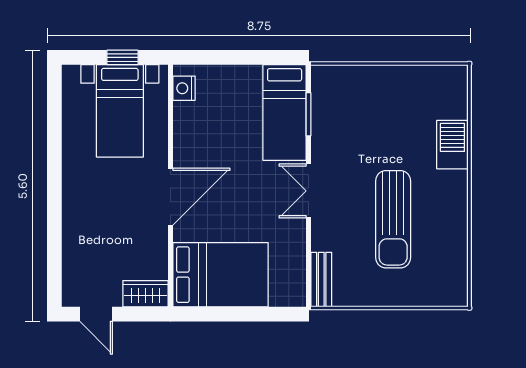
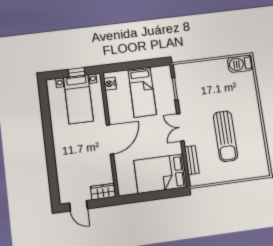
bed: (285, 113) -> (142, 92), moved
barbecue: (452, 145) -> (240, 64), moved, turned -90
bed: (221, 275) -> (161, 174), moved, turned 180
bench: (321, 280) -> (192, 160), moved

